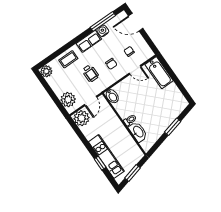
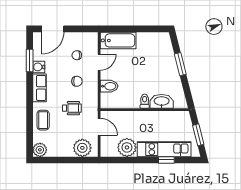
window: (103, 21) -> (30, 60), width x0.69
bidet: (112, 96) -> (109, 86), moved
plant: (81, 118) -> (127, 147), moved

